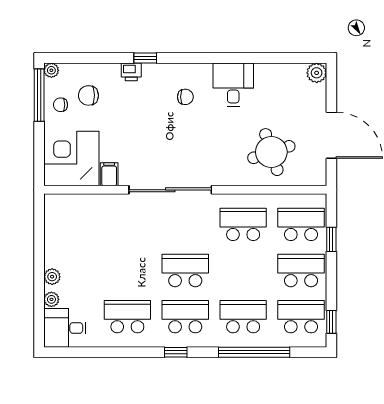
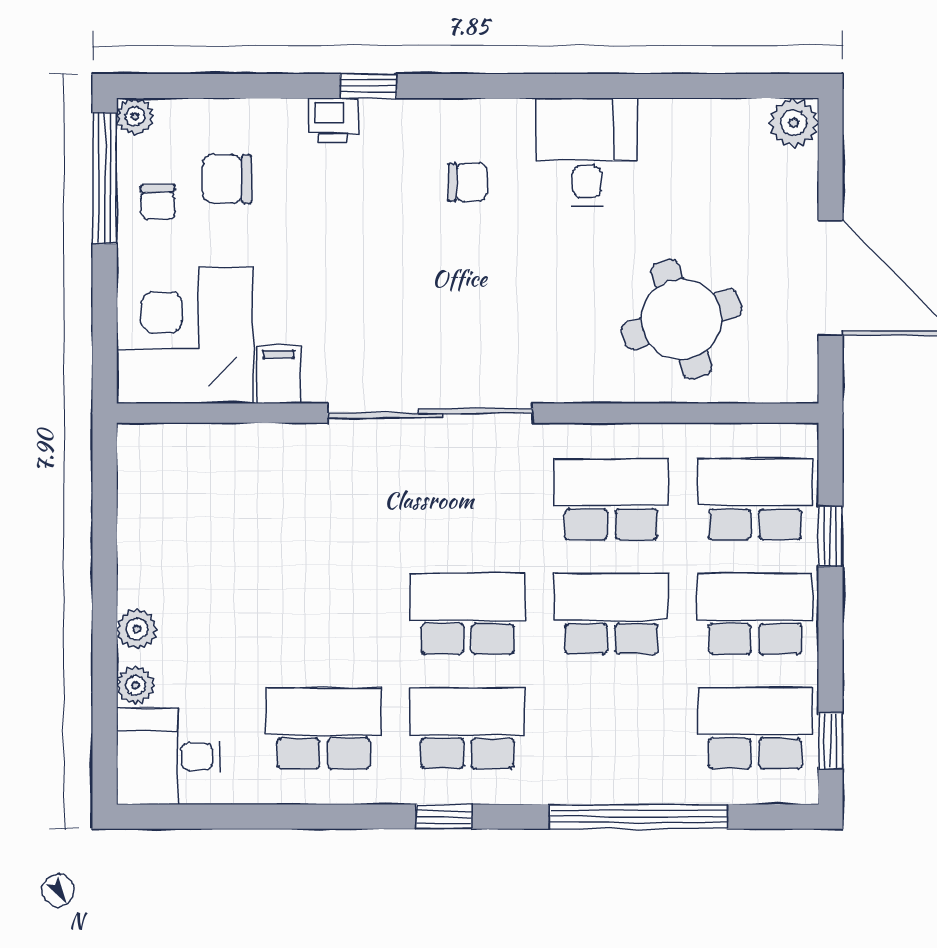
chair: (61, 105) -> (158, 202), turned -91
school desk: (243, 317) -> (611, 614), moved

